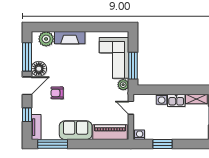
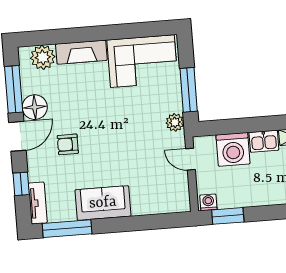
corner sofa: (114, 58) -> (142, 61), moved, turned -90
washing machine: (162, 99) -> (233, 149), width x1.89, depth x1.89
piano: (110, 132) -> (159, 202), removed
window: (162, 144) -> (228, 216), moved

